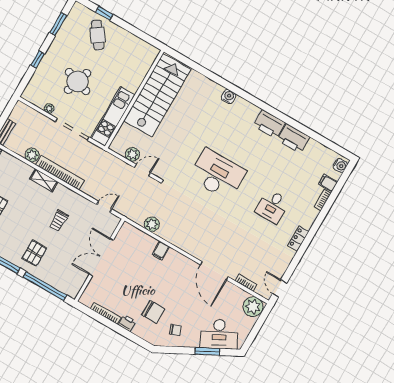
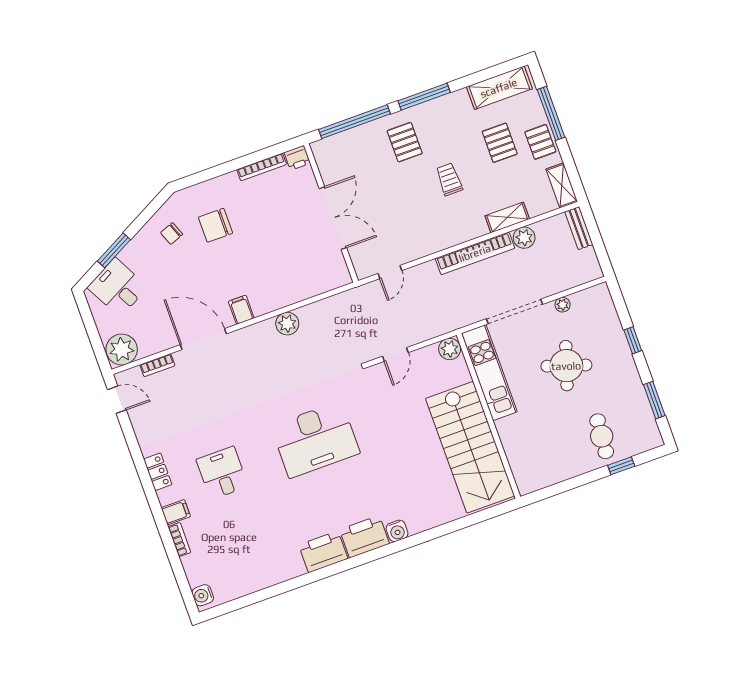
cafe table: (98, 35) -> (602, 436), turned 41
printer: (293, 138) -> (364, 537), moved
plant: (132, 154) -> (450, 349), moved
shelving: (44, 180) -> (507, 217), moved
filing cabinet: (328, 183) -> (176, 512), moved
trolley: (59, 221) -> (449, 179), moved
plant: (152, 224) -> (287, 324), moved
filing cabinet: (161, 251) -> (241, 310), moved
printer: (127, 323) -> (297, 158), moved
desk: (219, 334) -> (118, 287), width x0.73

